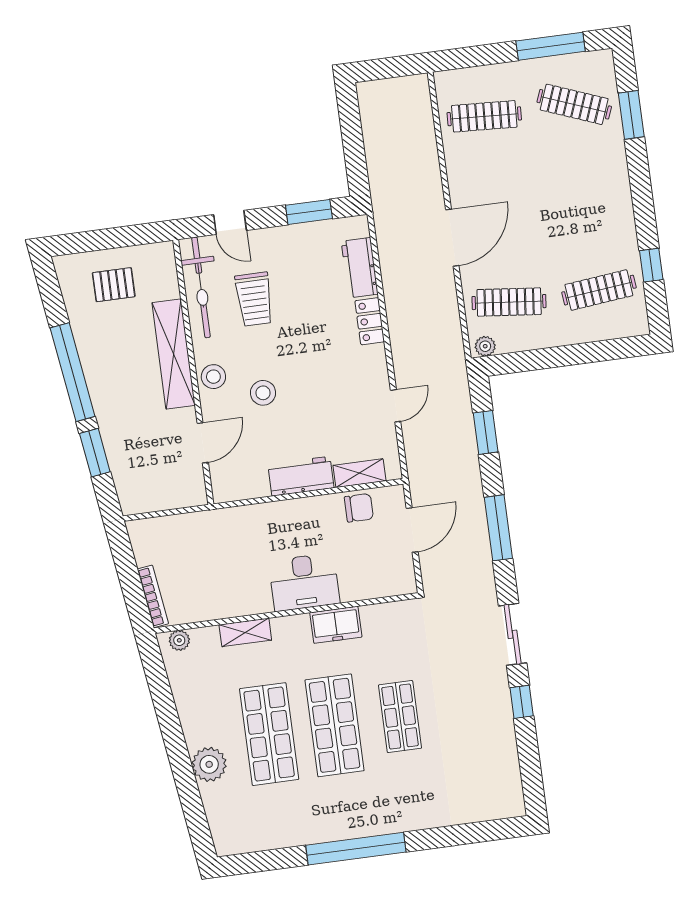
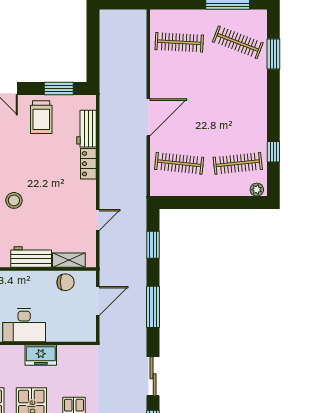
trolley: (254, 299) -> (41, 117), moved
plant: (485, 346) -> (257, 190), moved

